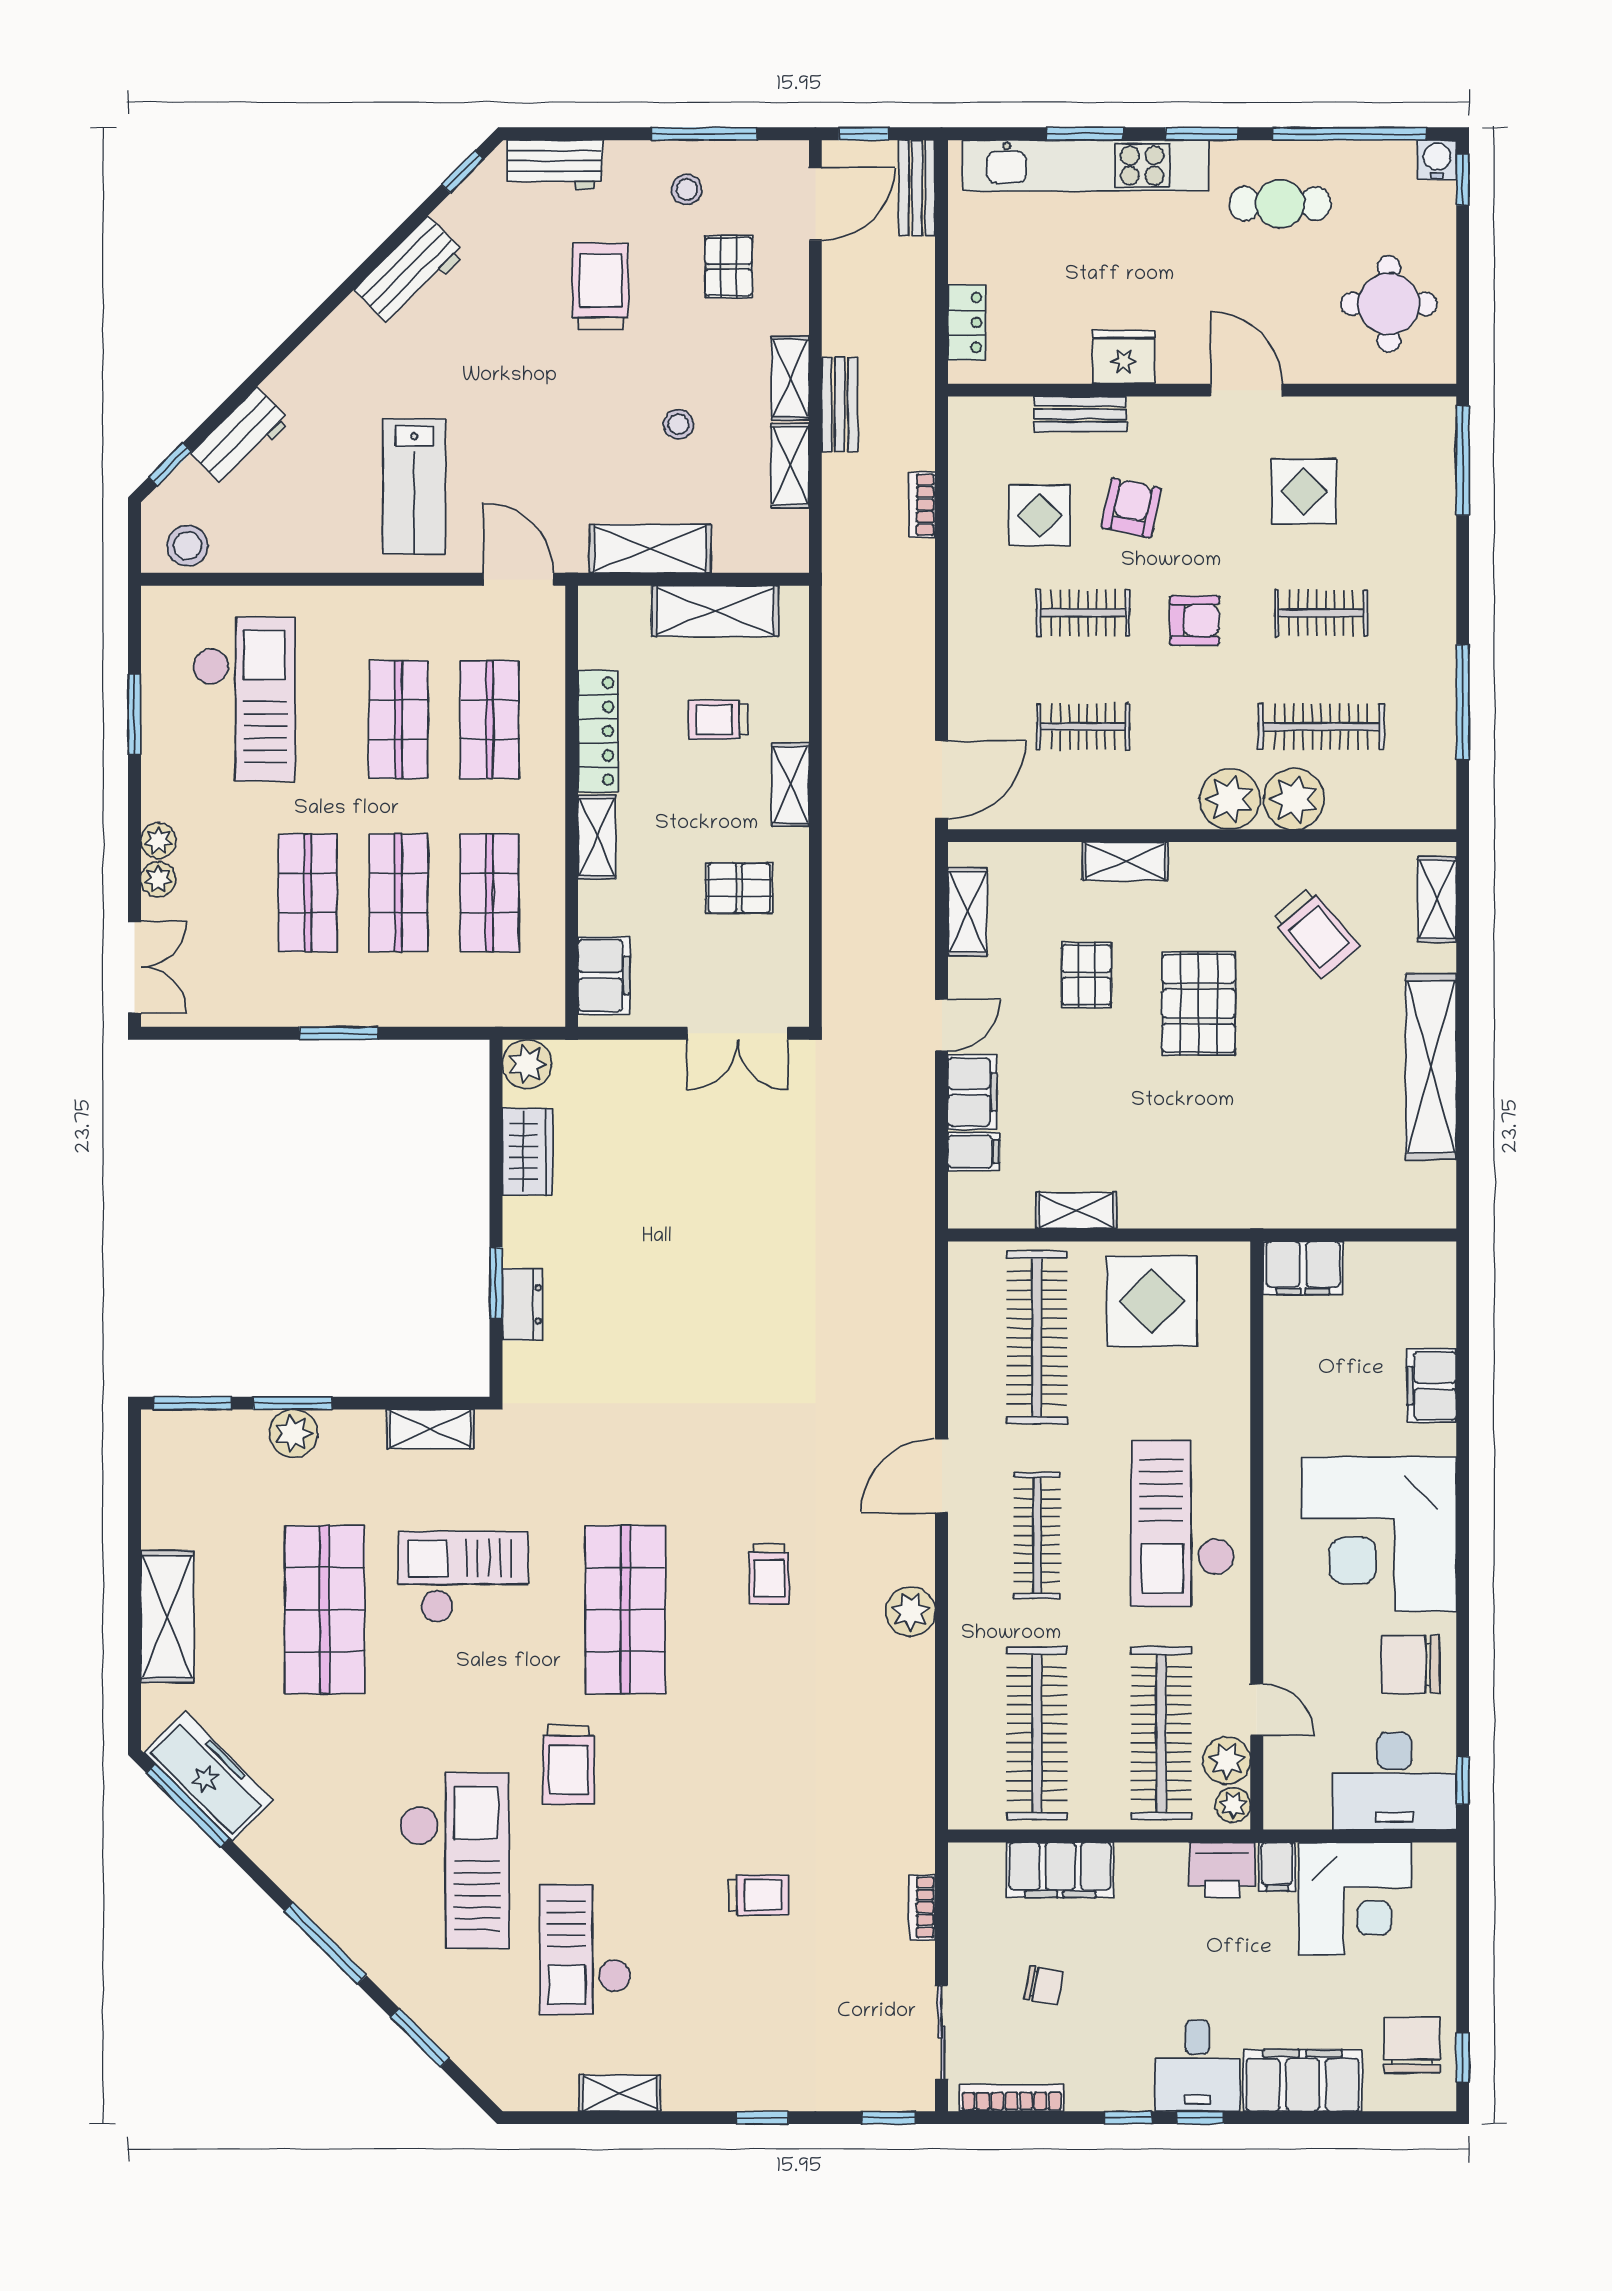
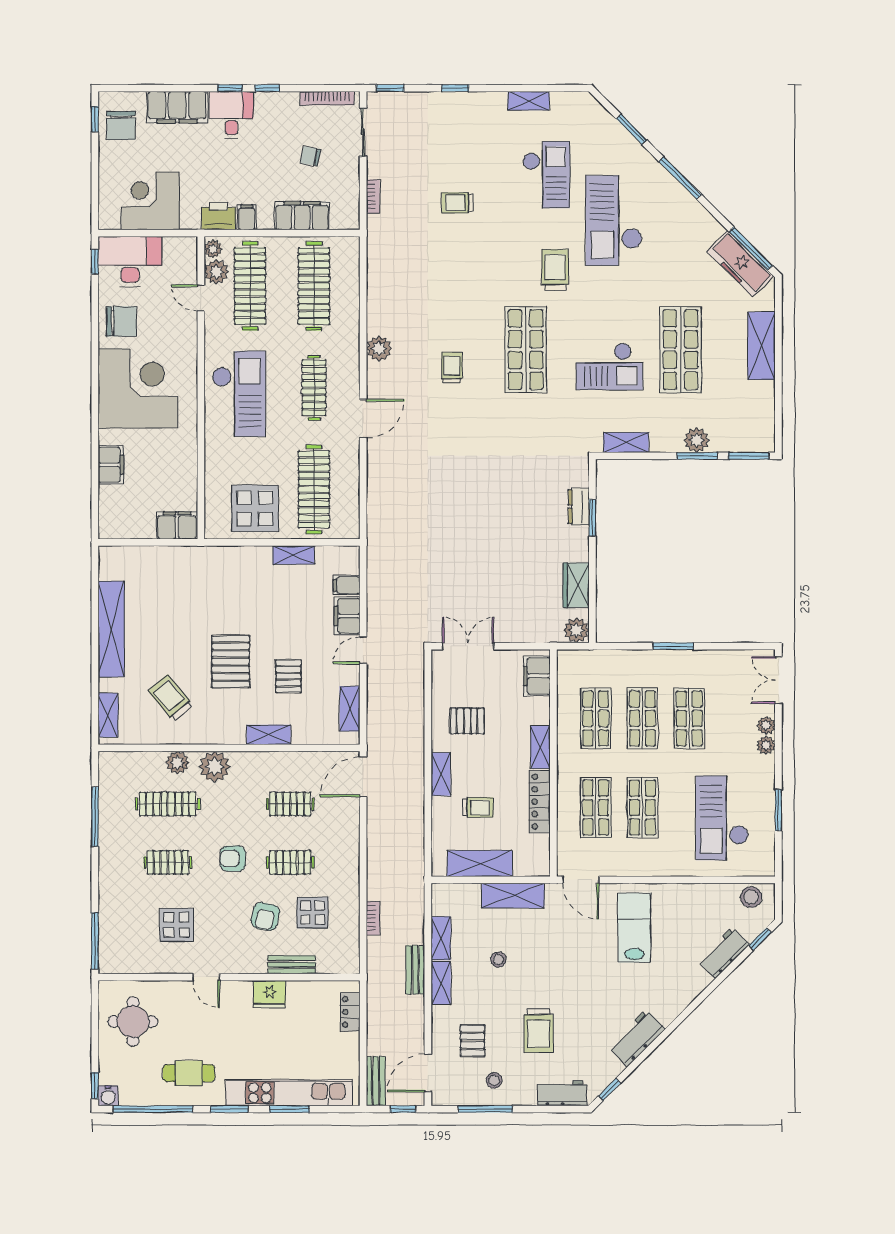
door: (1246, 390) -> (206, 977), width x0.73
plant: (1294, 799) -> (178, 763), width x0.73, depth x0.73
filing cabinet: (1277, 1867) -> (247, 217), moved

